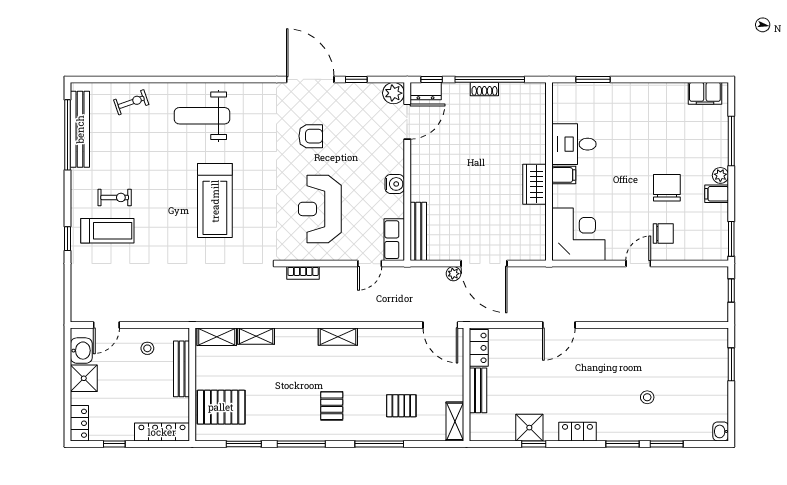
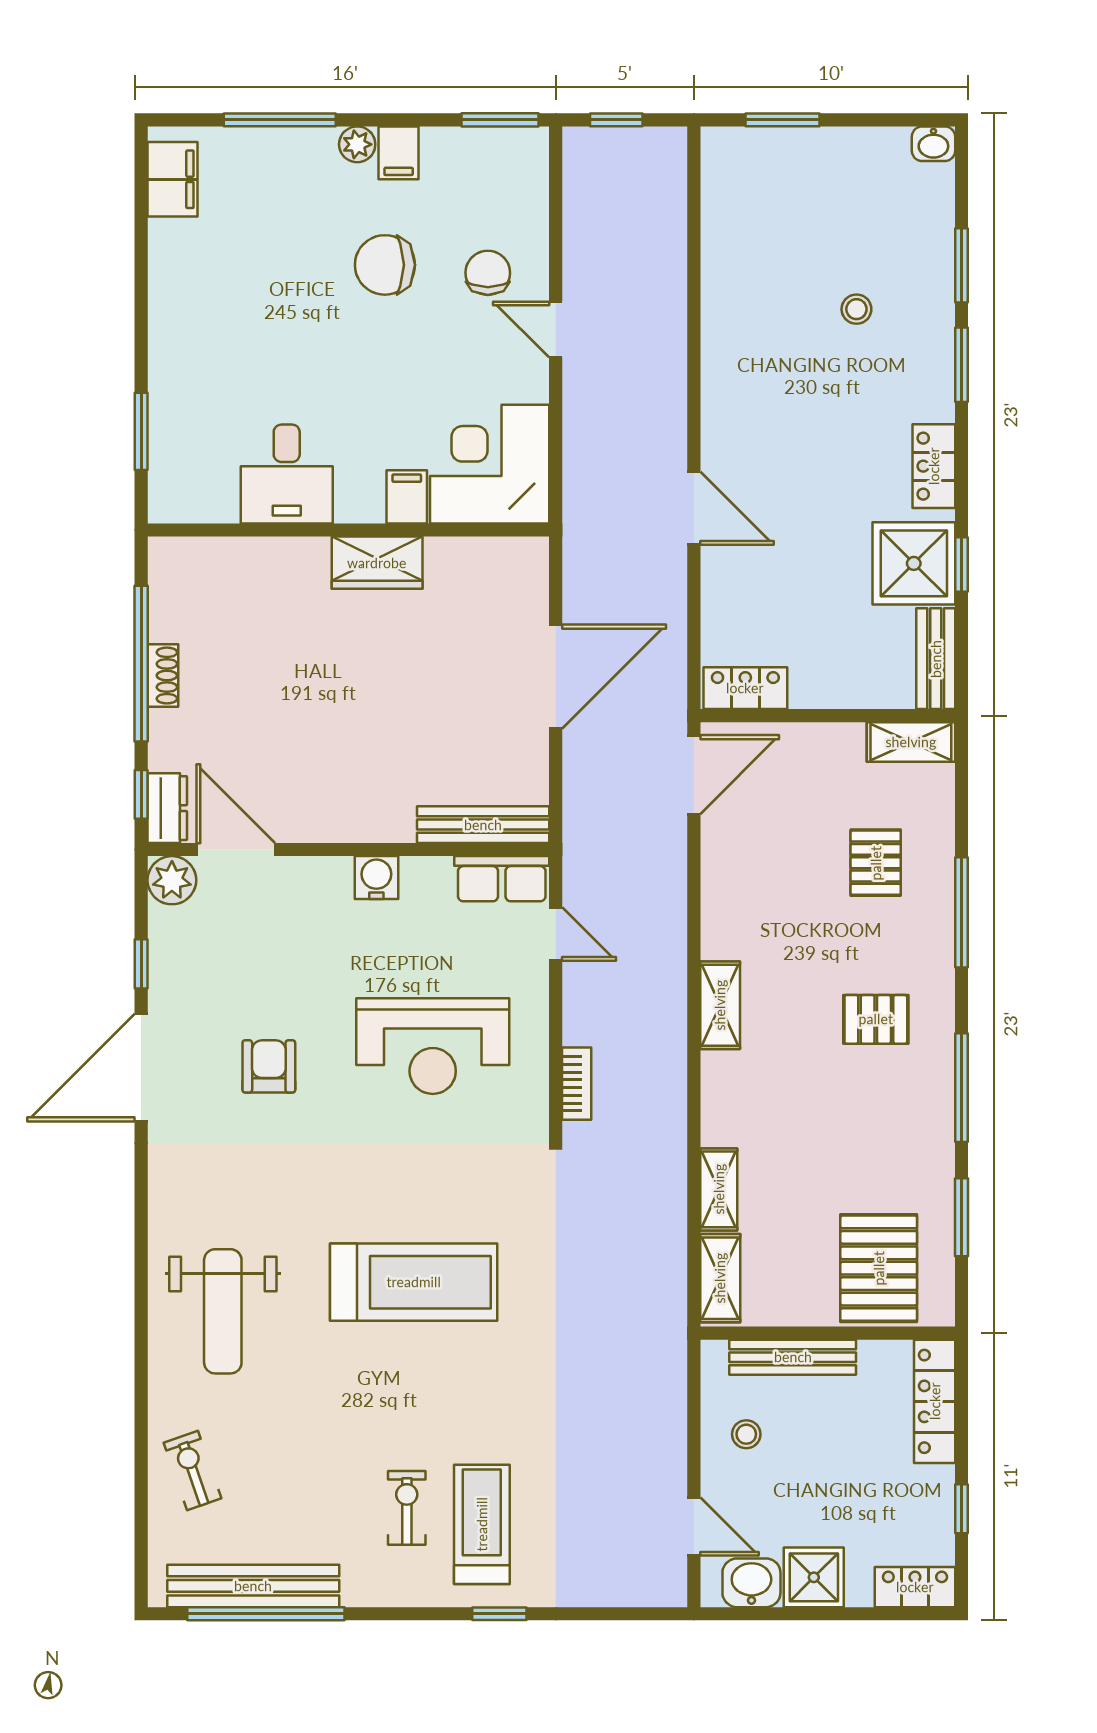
filing cabinet: (564, 175) -> (407, 497), moved
plant: (453, 274) -> (578, 745), removed
bench: (478, 390) -> (936, 659), moved, turned 90
shower: (529, 428) -> (914, 563), width x1.36, depth x1.36

